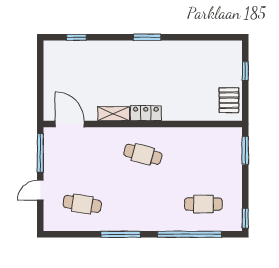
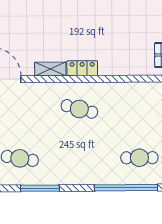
window: (121, 234) -> (40, 188), moved

